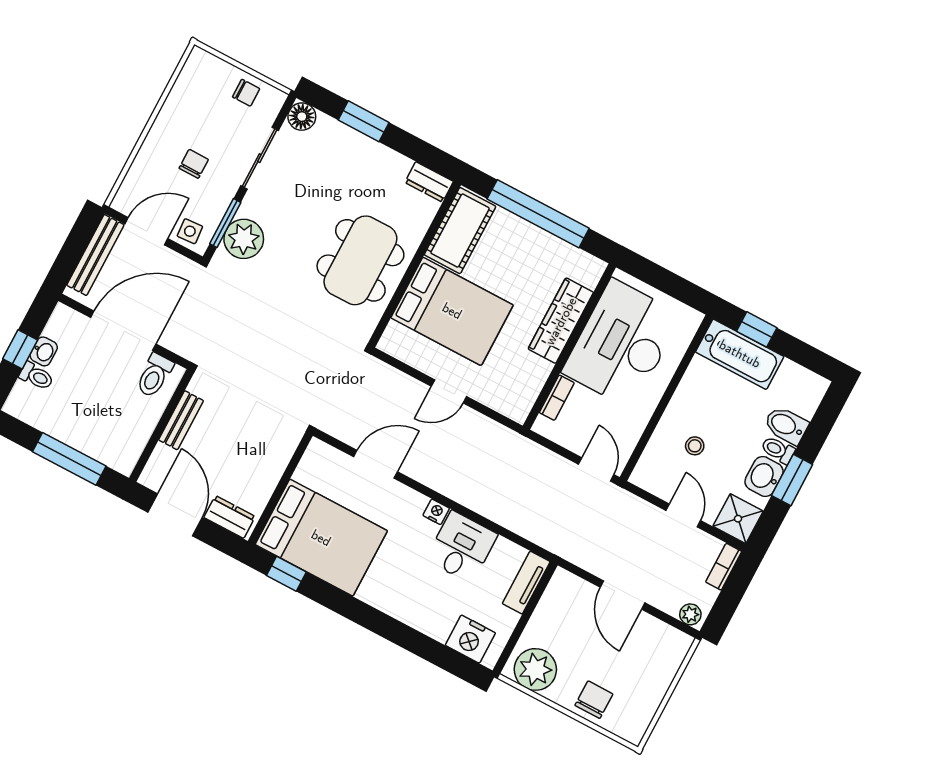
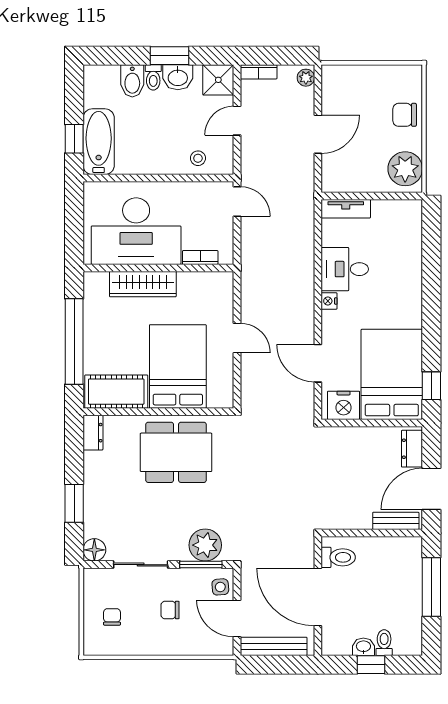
chair: (246, 93) -> (112, 617), moved
bench: (181, 420) -> (396, 521), moved
stool: (695, 446) -> (198, 158), moved
door: (596, 469) -> (237, 201), swing flipped
nightstand: (470, 639) -> (344, 405), moved, turned 90

